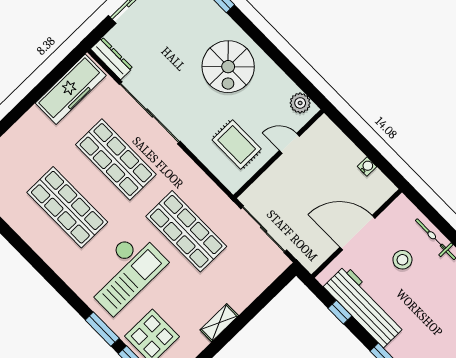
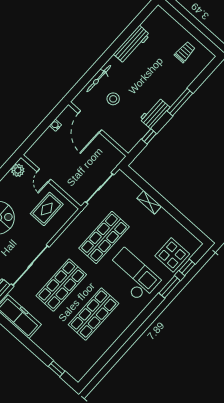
door: (357, 233) -> (90, 122), moved
workbench: (364, 306) -> (155, 113), width x0.53, depth x0.76
shelving: (219, 323) -> (149, 202), moved

